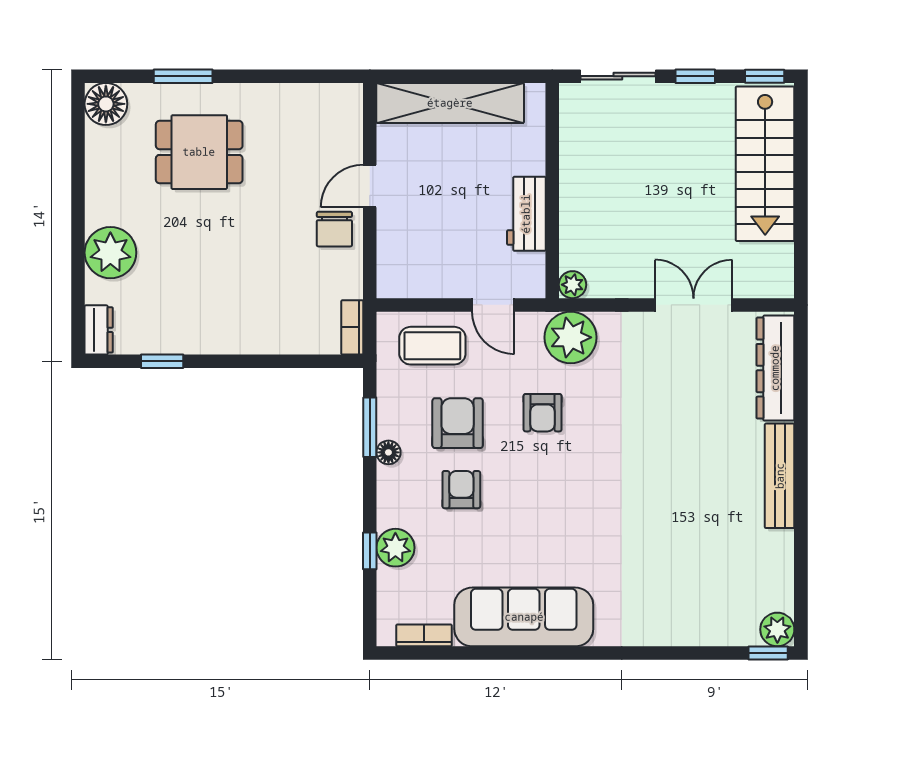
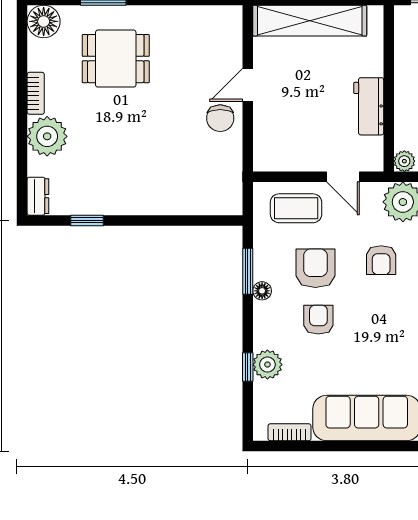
bookcase: (352, 327) -> (36, 93), moved, turned 180

